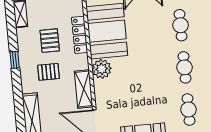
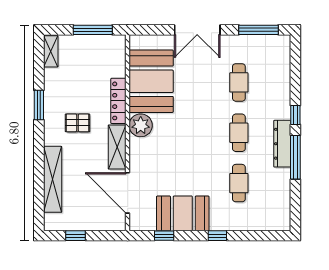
locker: (80, 35) -> (118, 101), moved
pallet: (50, 41) -> (82, 86), removed
window: (15, 60) -> (39, 105), width x1.50

